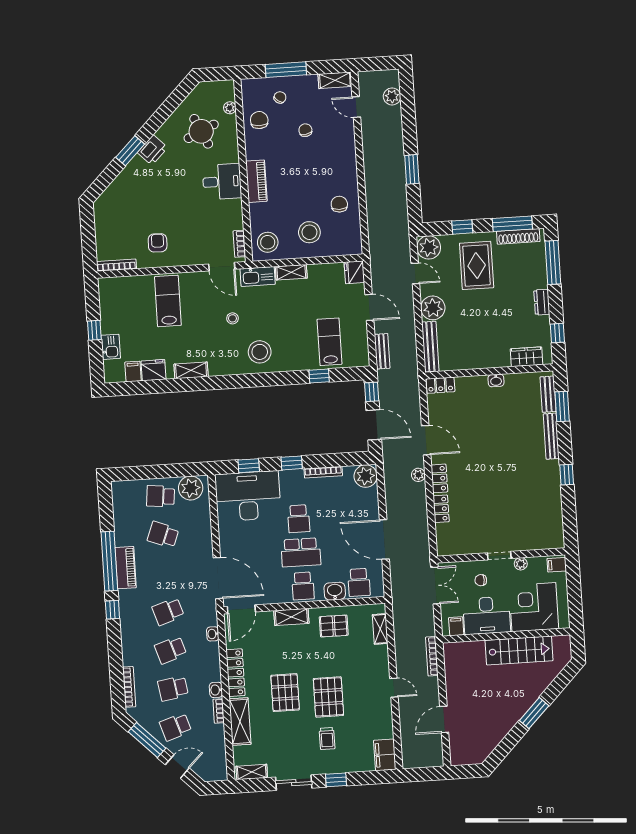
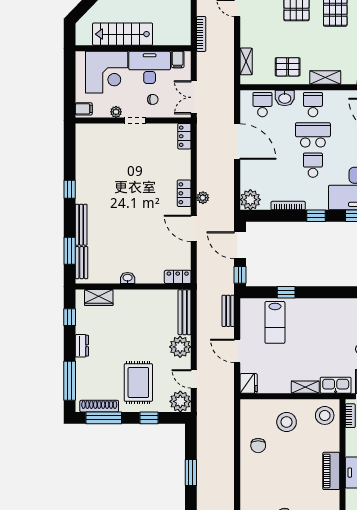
stool: (260, 352) -> (338, 317), removed
locker: (441, 509) -> (184, 136), moved

